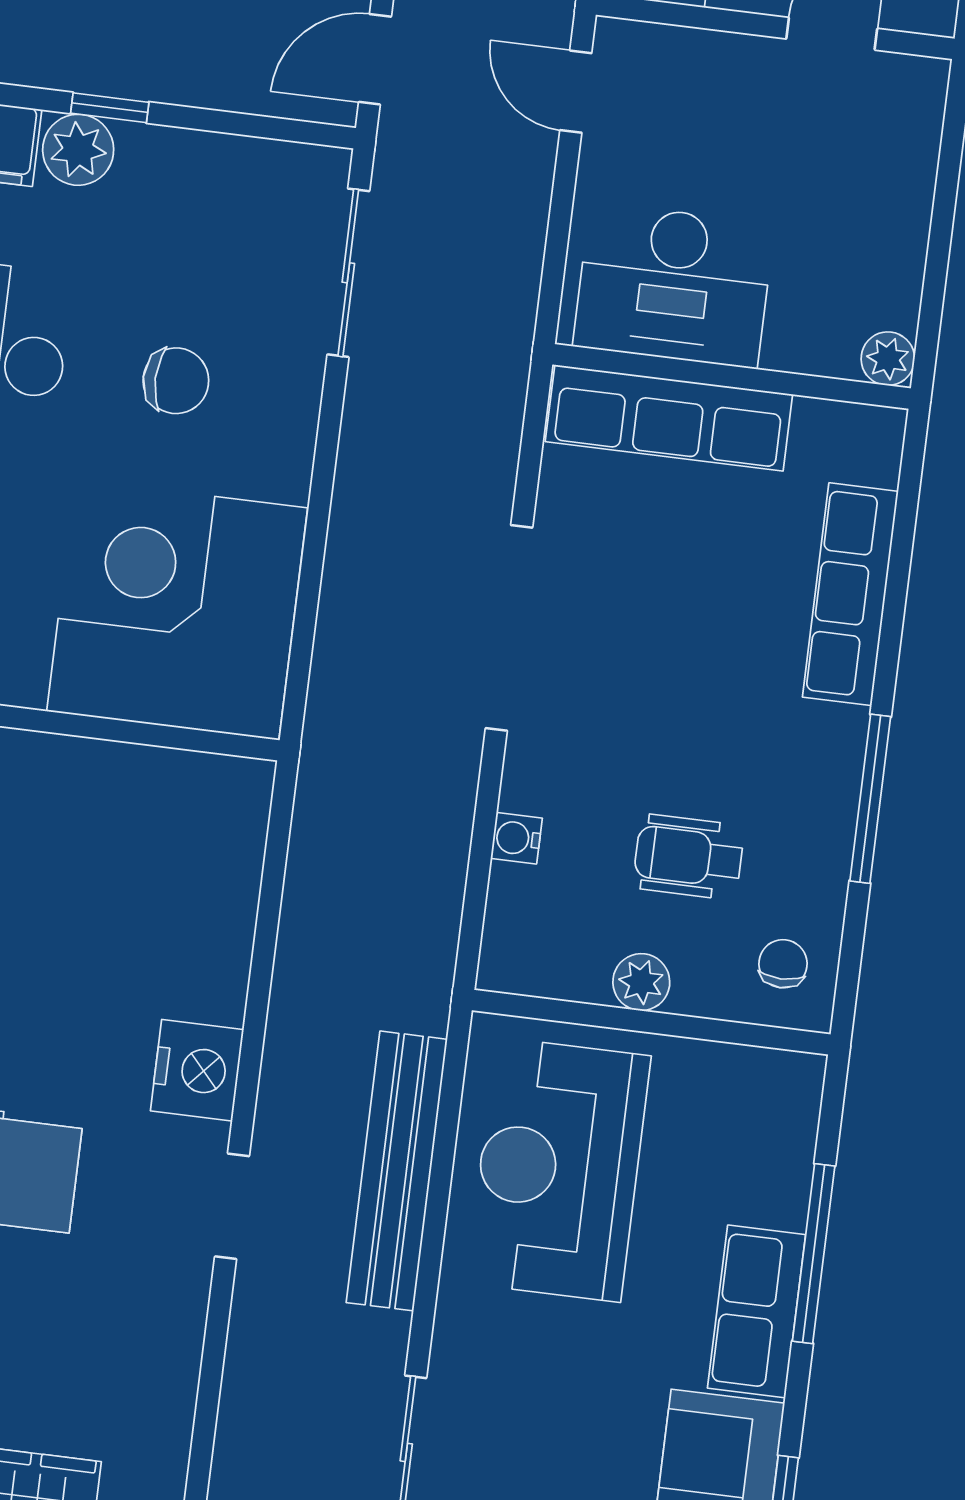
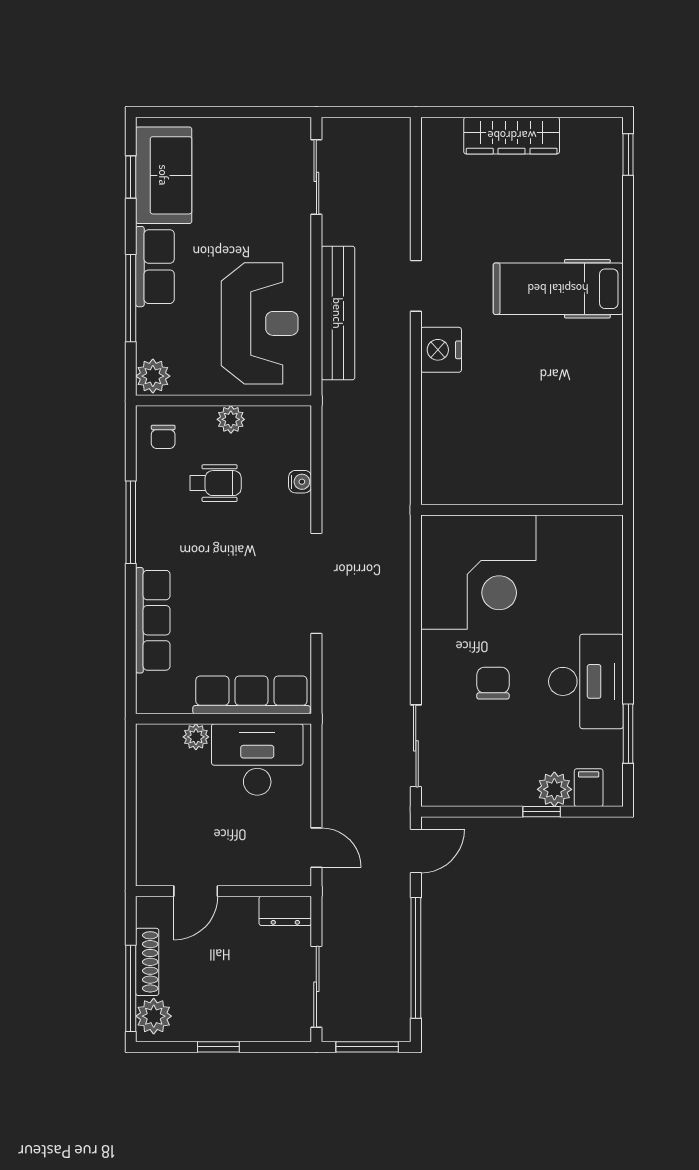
plant: (888, 359) -> (196, 737), moved
chair: (176, 381) -> (493, 683), turned 90
plant: (788, 1090) -> (153, 376), added

